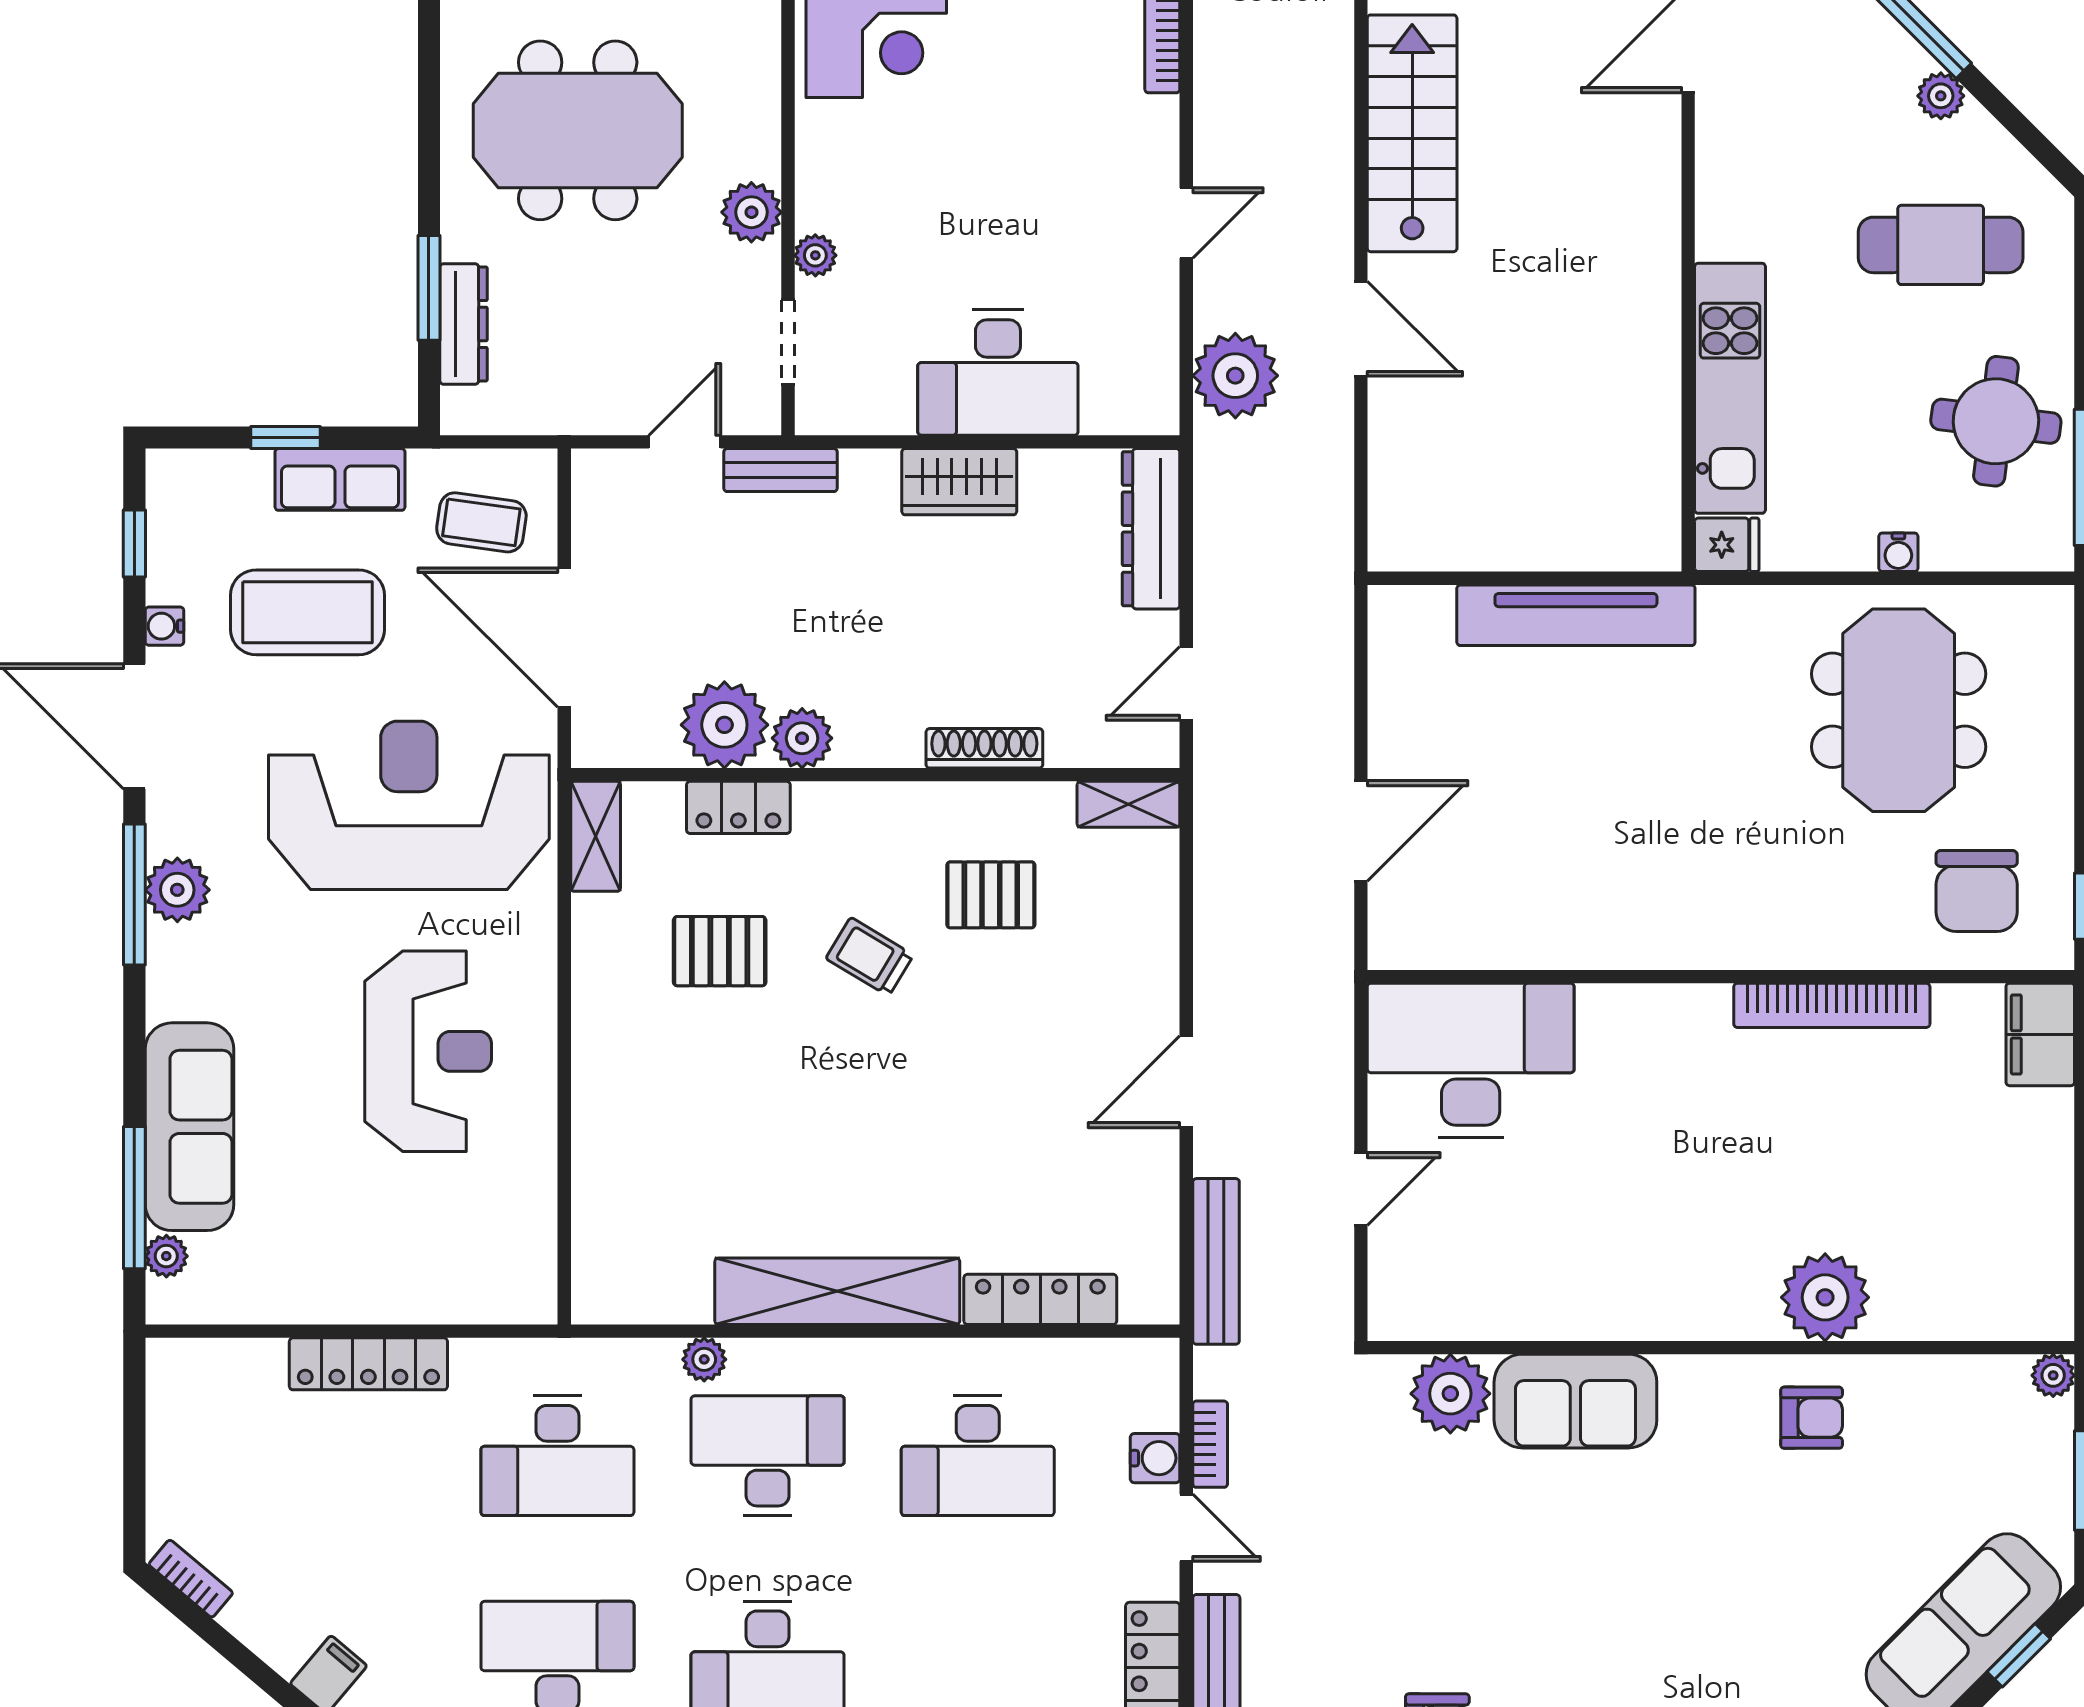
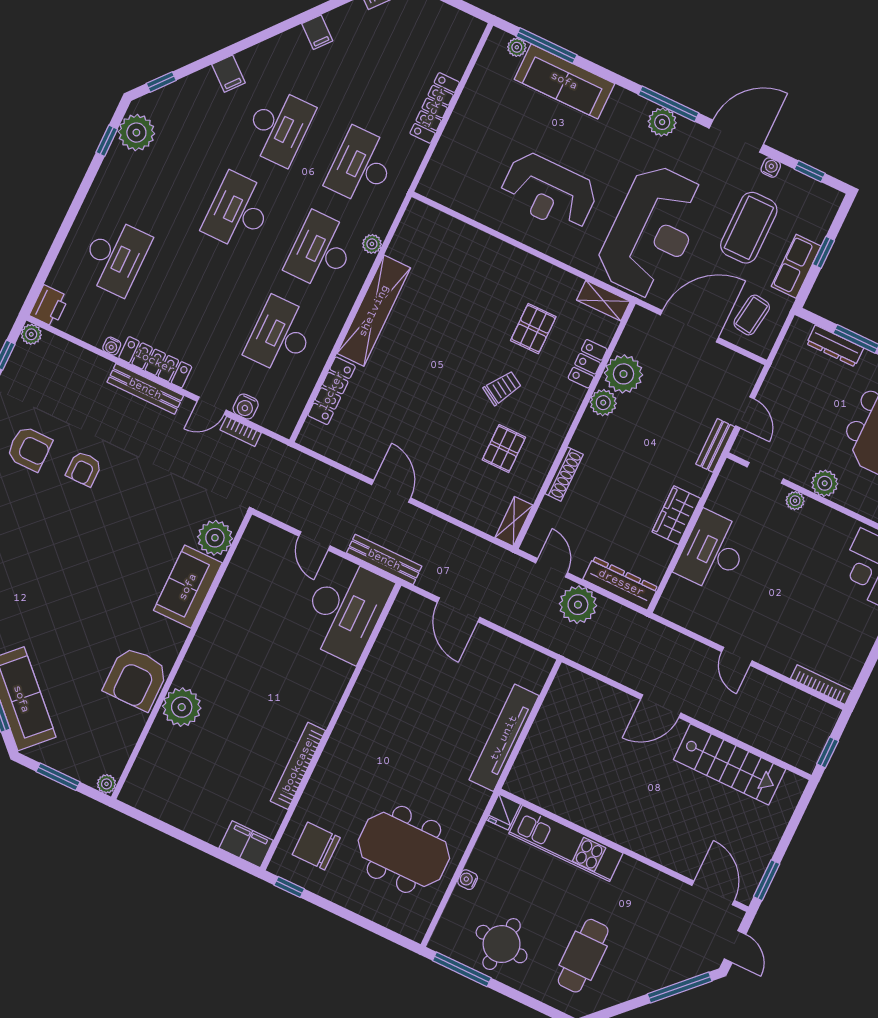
plant: (1941, 96) -> (643, 984), removed
plant: (1235, 376) -> (578, 605), moved
bench: (1216, 1261) -> (384, 560), moved
armchair: (1812, 1418) -> (136, 679), width x1.88, depth x1.88
desk: (768, 1456) -> (321, 251), turned 180

